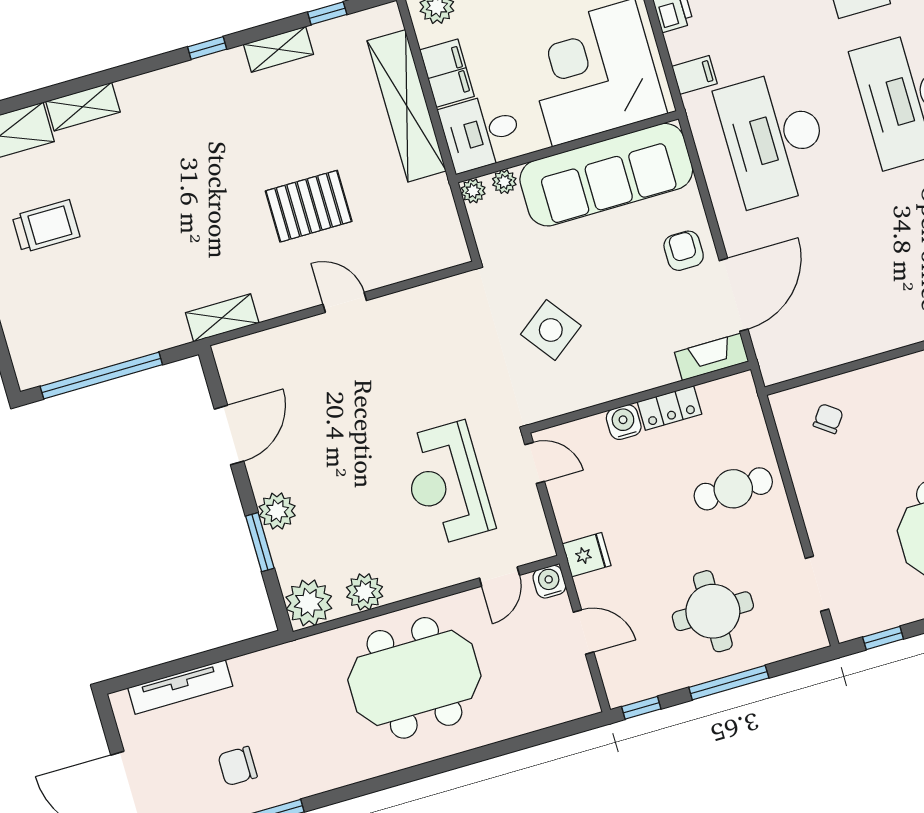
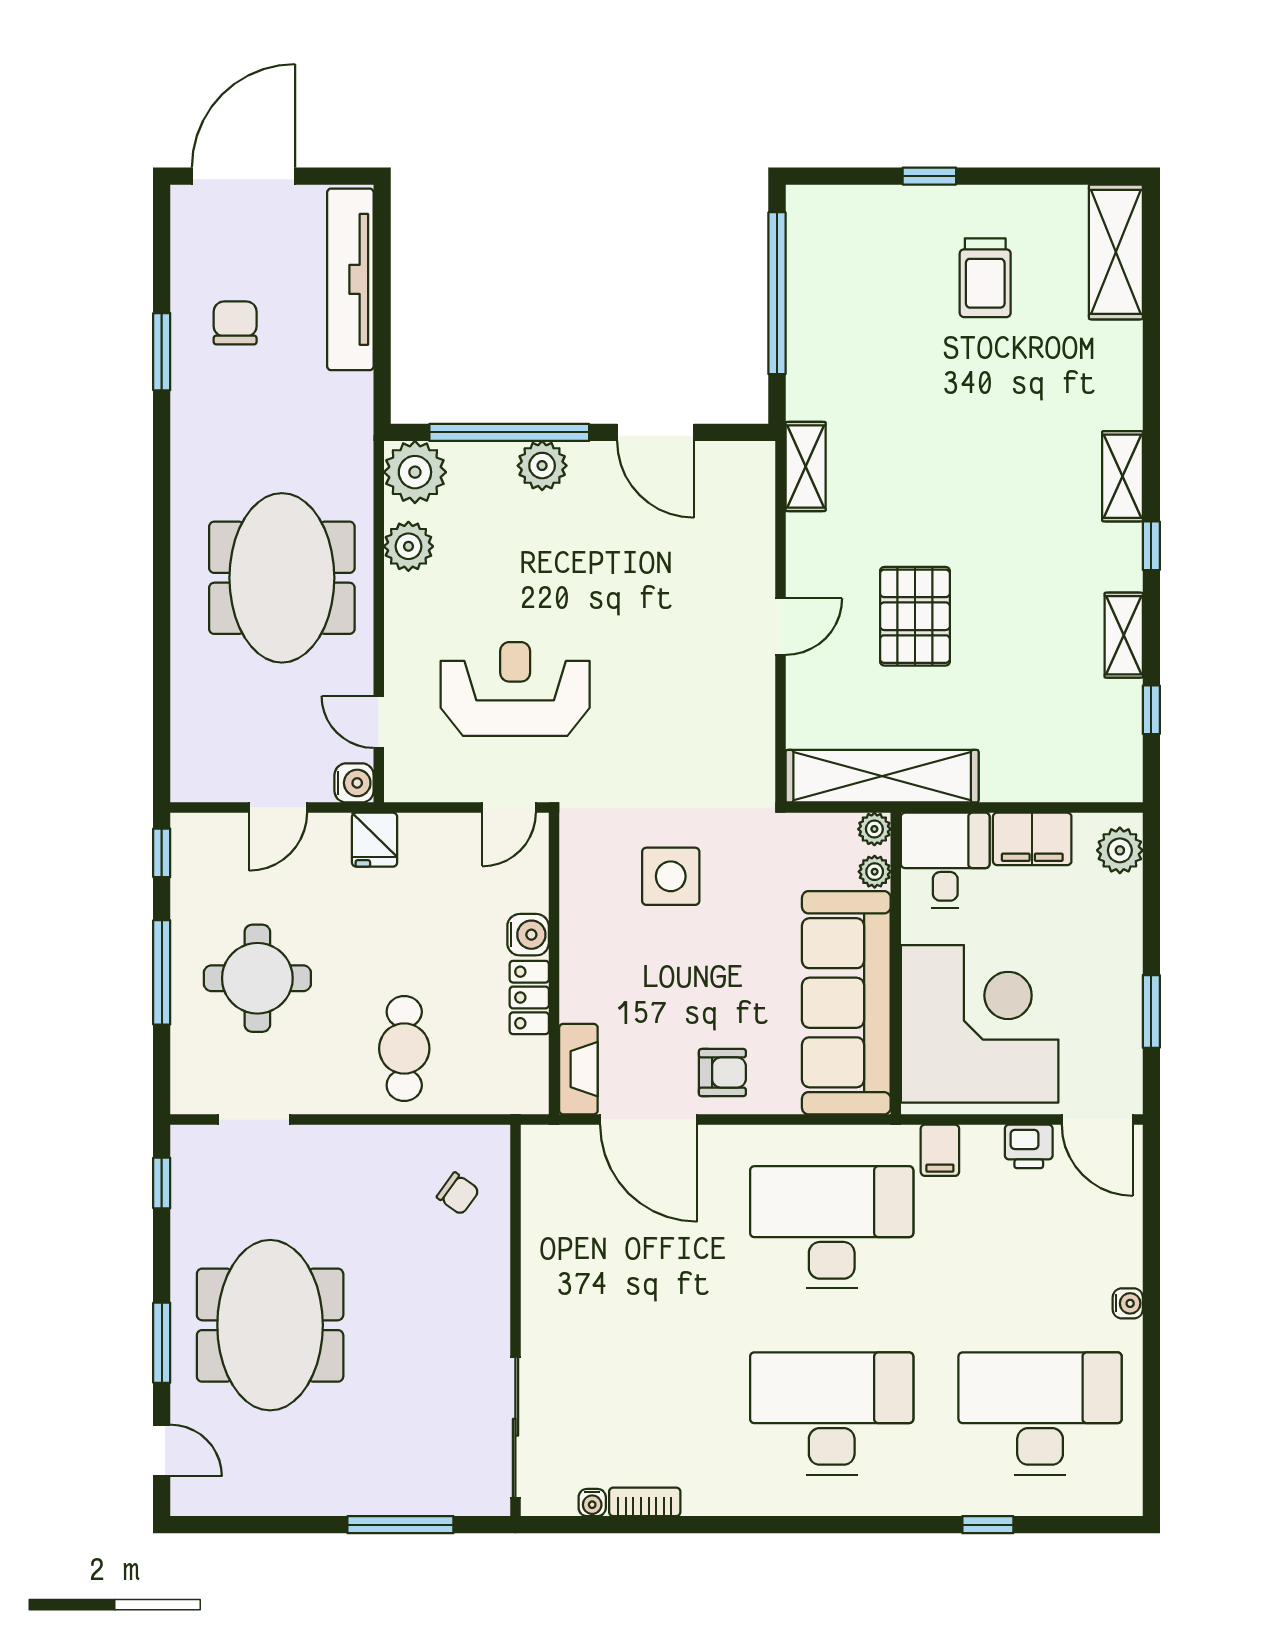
shelving: (407, 106) -> (882, 776), moved
shelving: (83, 107) -> (1122, 476), moved
side table: (551, 330) -> (671, 876), turned 37
window: (260, 542) -> (509, 432), width x2.11
tv unit: (180, 687) -> (350, 279), width x1.36, depth x1.29

